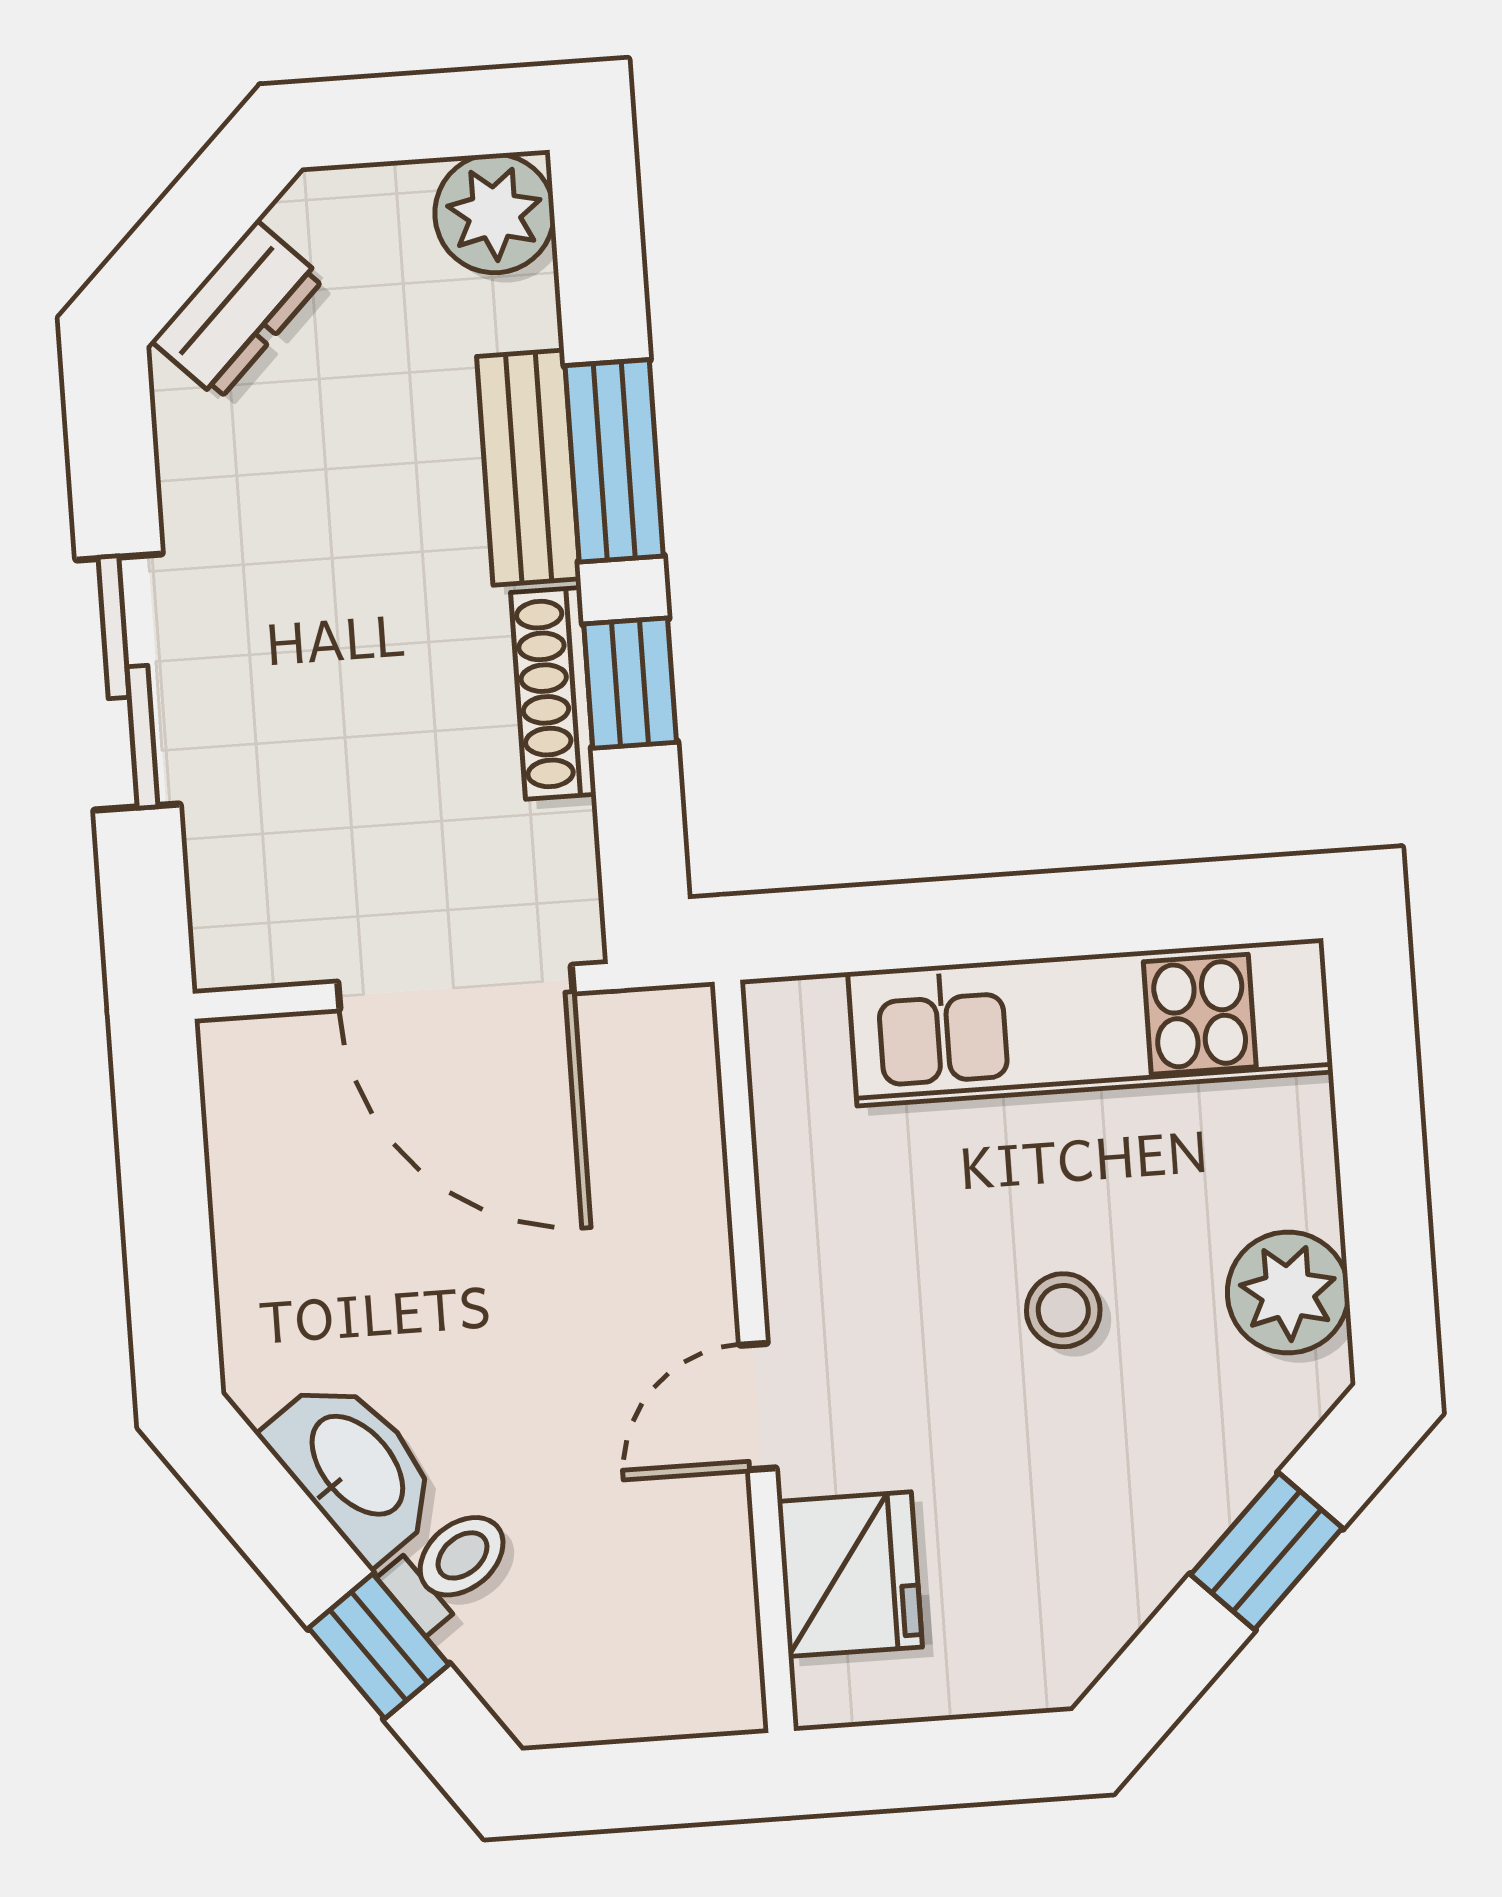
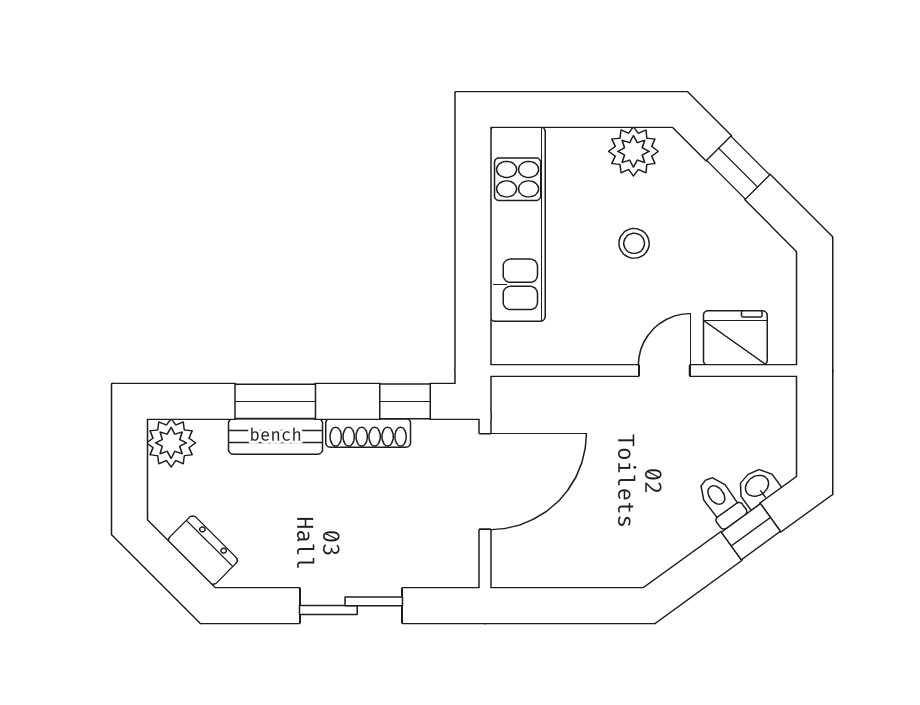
window: (630, 683) -> (405, 401), moved
door: (758, 1407) -> (664, 370), swing flipped
washbasin: (355, 1467) -> (758, 487), moved, width x0.52, depth x0.69

